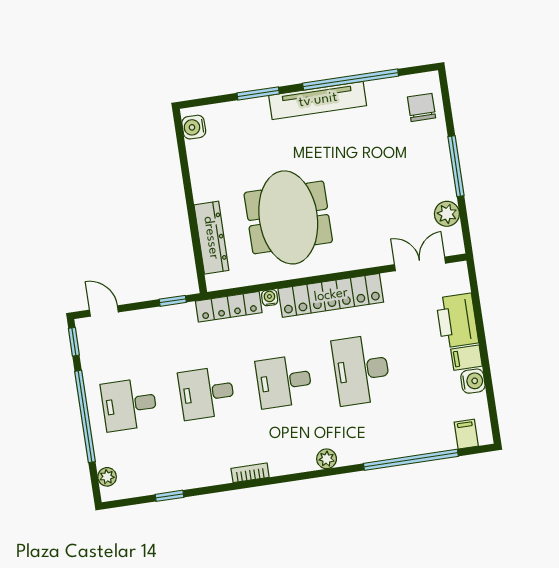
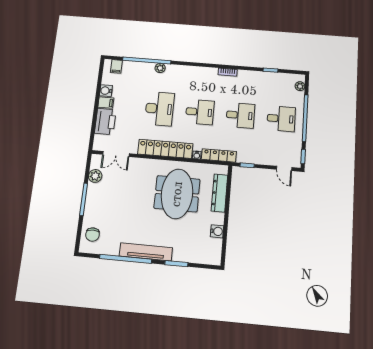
water cooler: (194, 127) -> (217, 231), moved
plant: (327, 459) -> (160, 68), moved

